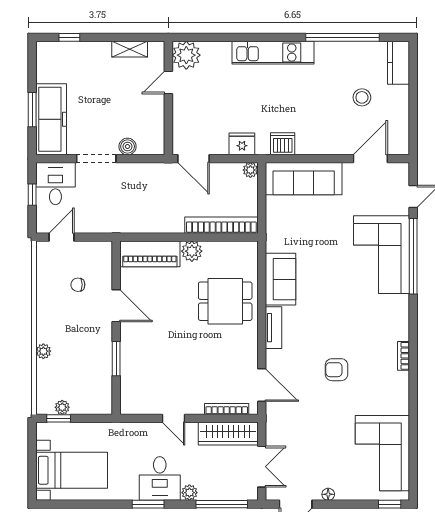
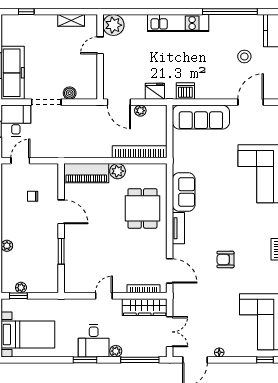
plant: (250, 170) -> (140, 111), moved
dining table: (225, 301) -> (142, 208), turned 90
door: (174, 418) -> (104, 296), swing flipped

